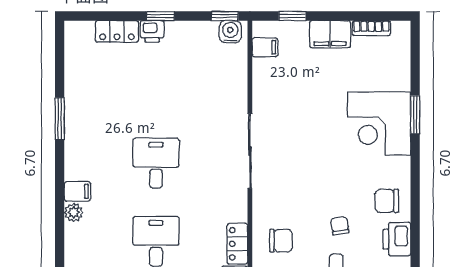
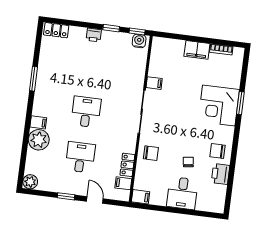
window: (160, 16) -> (111, 28), moved
window: (292, 16) -> (176, 36), removed
locker: (117, 31) -> (56, 30), moved
filing cabinet: (265, 47) -> (154, 83), moved
plant: (74, 212) -> (39, 140), width x1.87, depth x1.87
chair: (281, 241) -> (151, 153), moved

